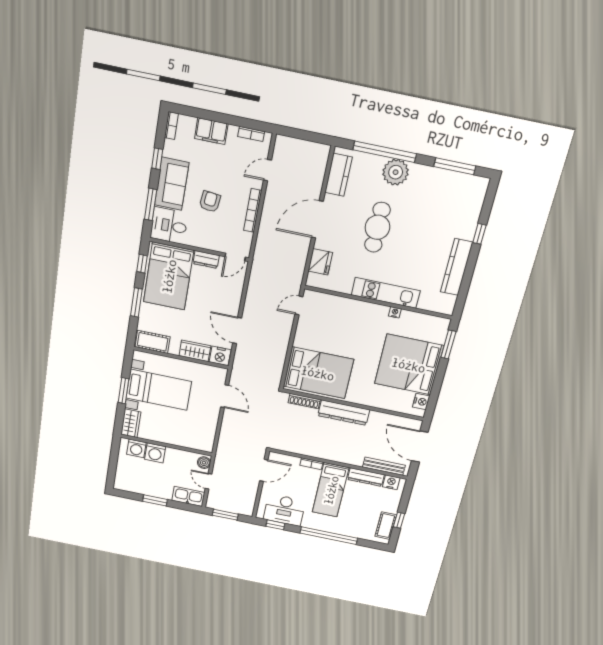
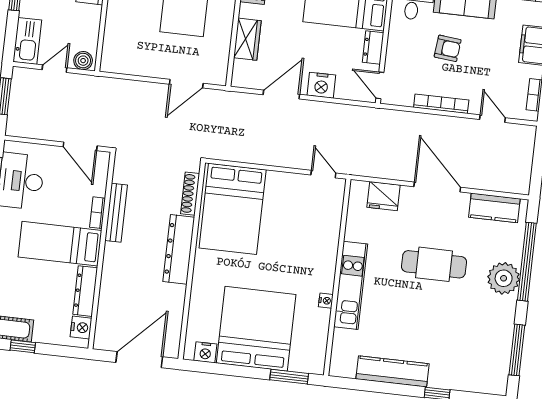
nightstand: (220, 356) -> (321, 85), moved, turned -90
bench: (384, 466) -> (116, 213), moved

